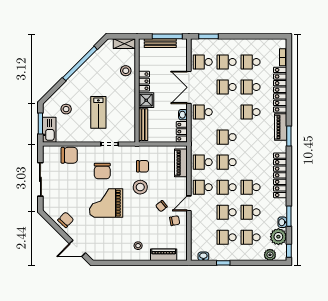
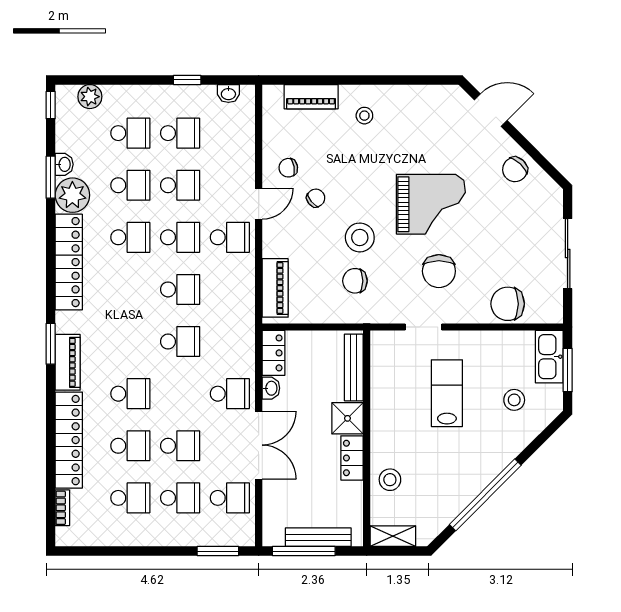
school desk: (203, 162) -> (230, 289), removed
chair: (102, 171) -> (439, 271), turned 180
plant: (278, 237) -> (72, 195), moved

